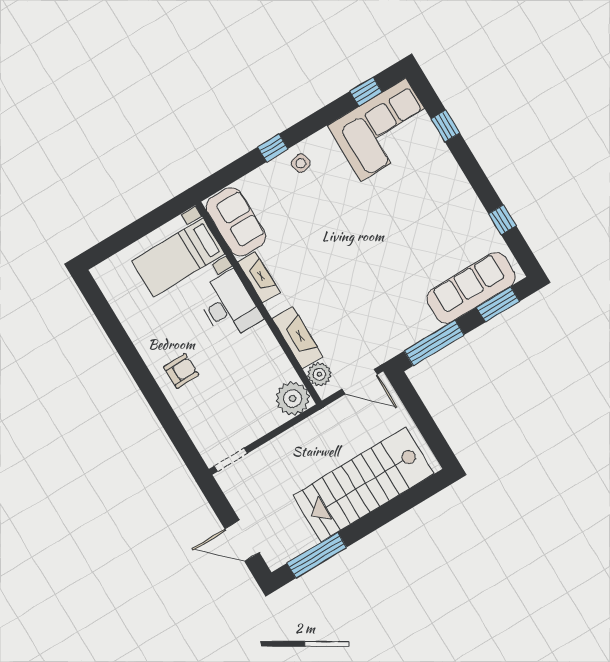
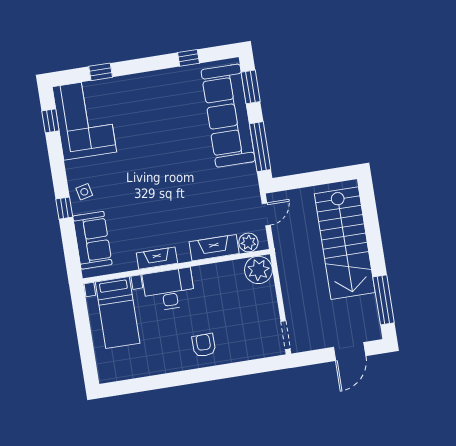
sofa: (236, 222) -> (92, 240), moved, turned 90
sofa: (471, 288) -> (228, 116), width x1.36, depth x1.27
door: (360, 382) -> (266, 214), width x0.73

